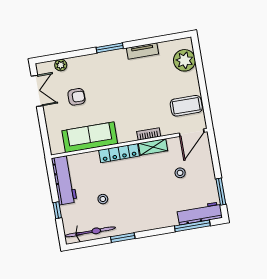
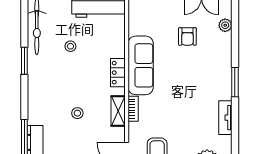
sofa: (90, 137) -> (141, 65), moved
locker: (119, 153) -> (118, 73), width x0.66
stool: (180, 173) -> (77, 113), moved

